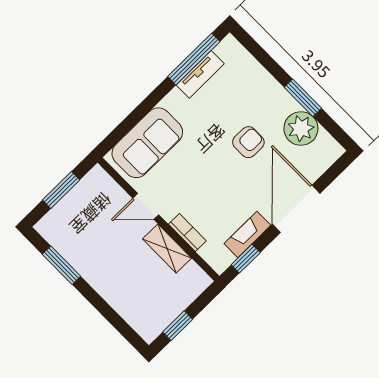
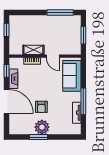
window: (194, 59) -> (83, 101), moved
plant: (301, 128) -> (42, 127), moved
door: (146, 206) -> (53, 56), swing flipped
window: (61, 265) -> (60, 13), width x1.44

